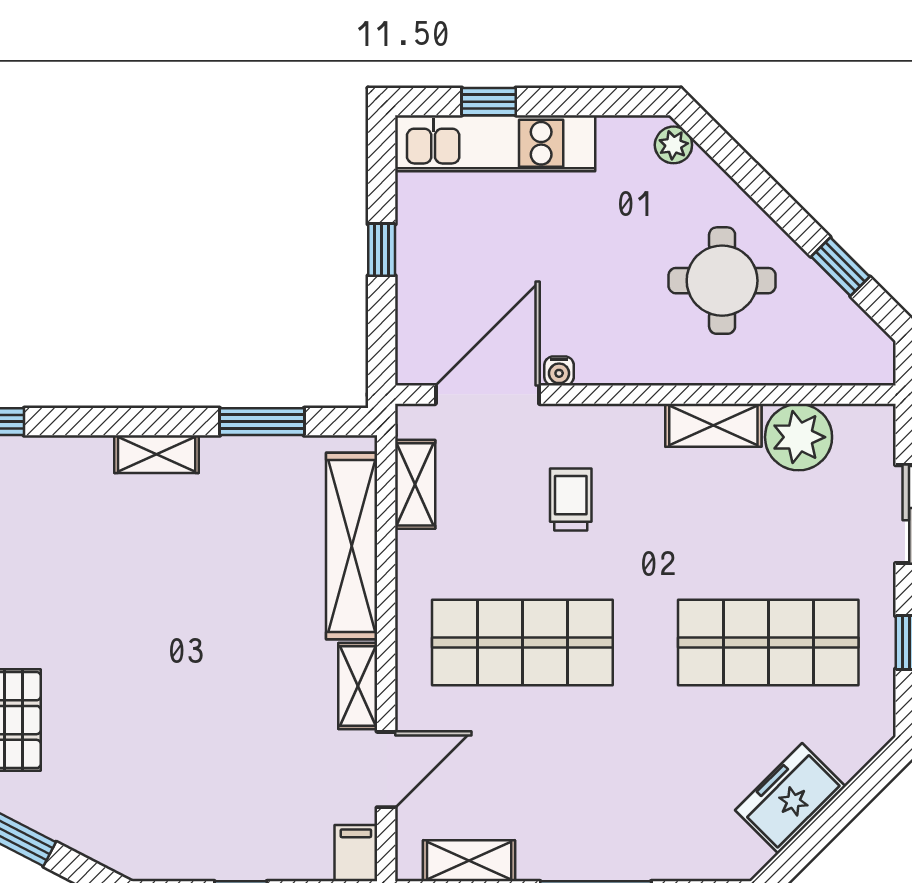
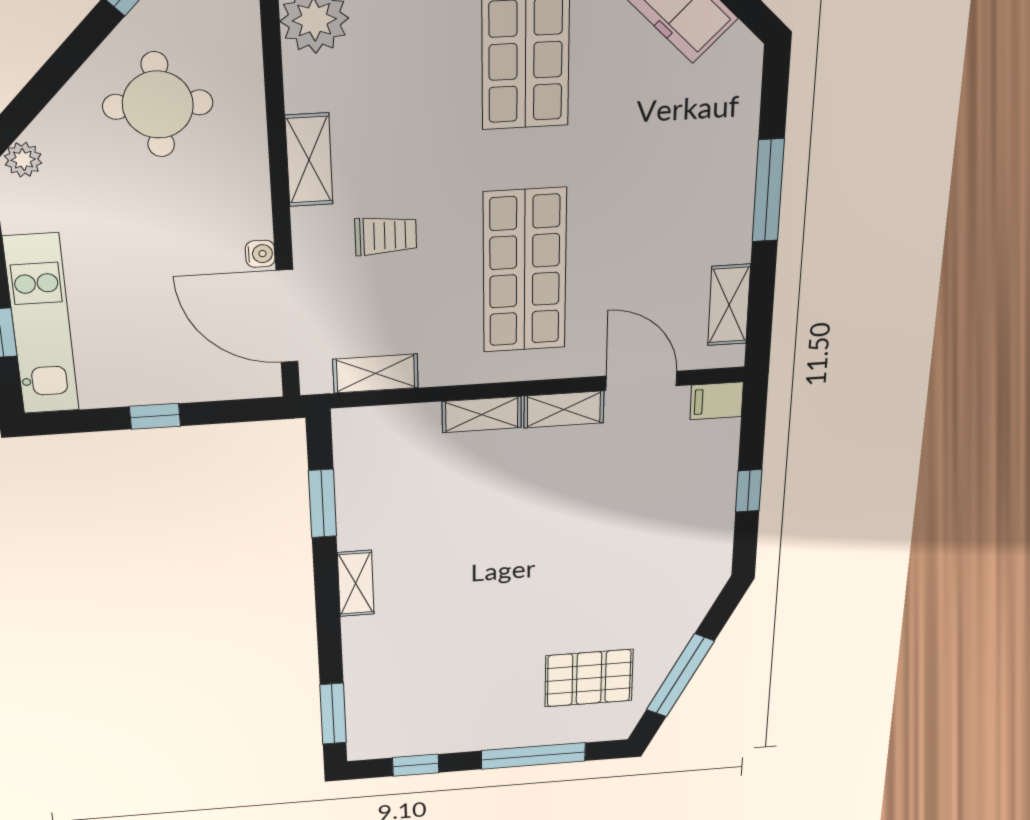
shelving: (713, 425) -> (309, 160), moved
trolley: (571, 500) -> (386, 236), turned 180
shelving: (352, 546) -> (482, 415), width x0.45, depth x0.75

